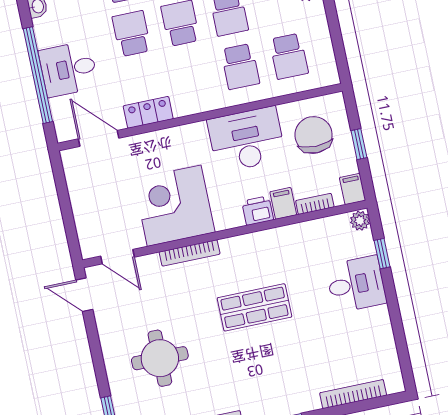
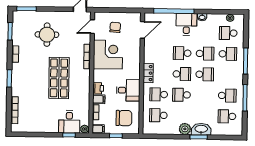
school desk: (132, 34) -> (182, 53), turned 180
desk: (68, 69) -> (186, 24), moved
locker: (148, 112) -> (148, 73), moved
desk: (247, 139) -> (128, 90), width x0.73
chair: (107, 203) -> (115, 27), added
desk: (356, 284) -> (69, 122), moved
shop shelf: (254, 307) -> (59, 78), width x1.43, depth x1.36

